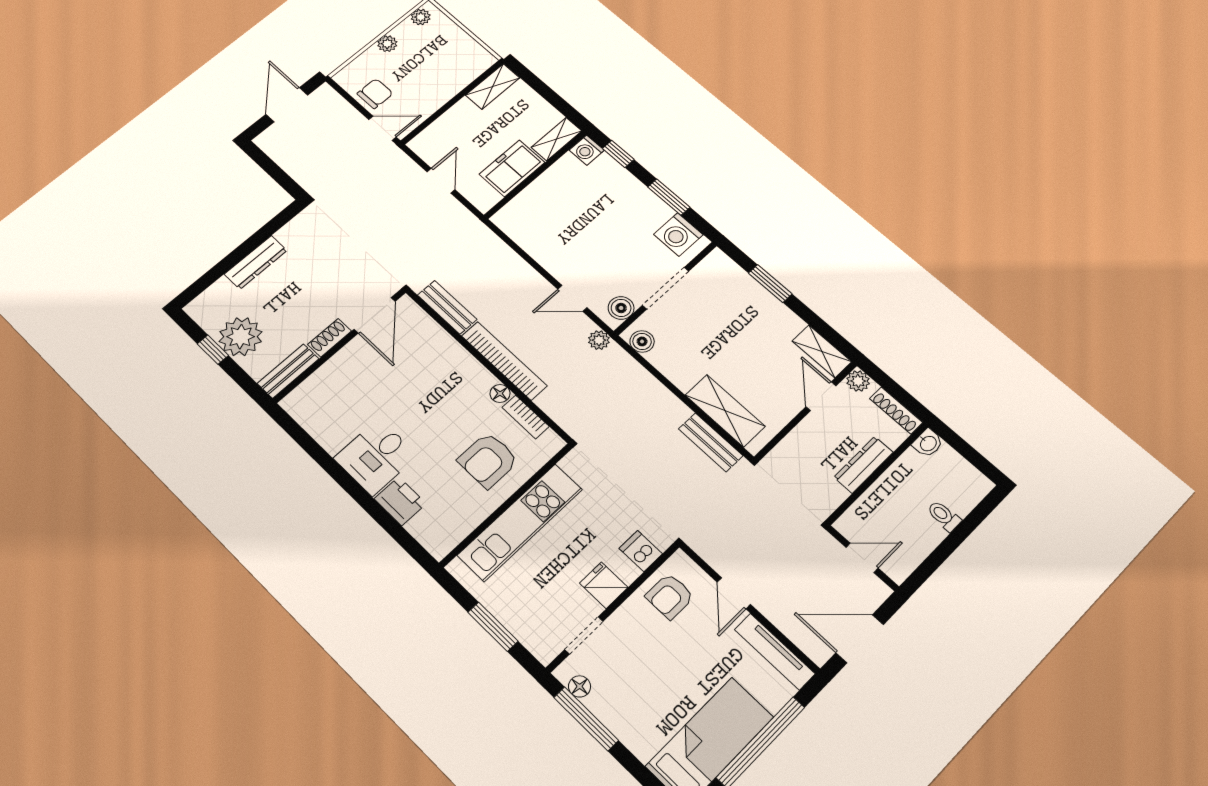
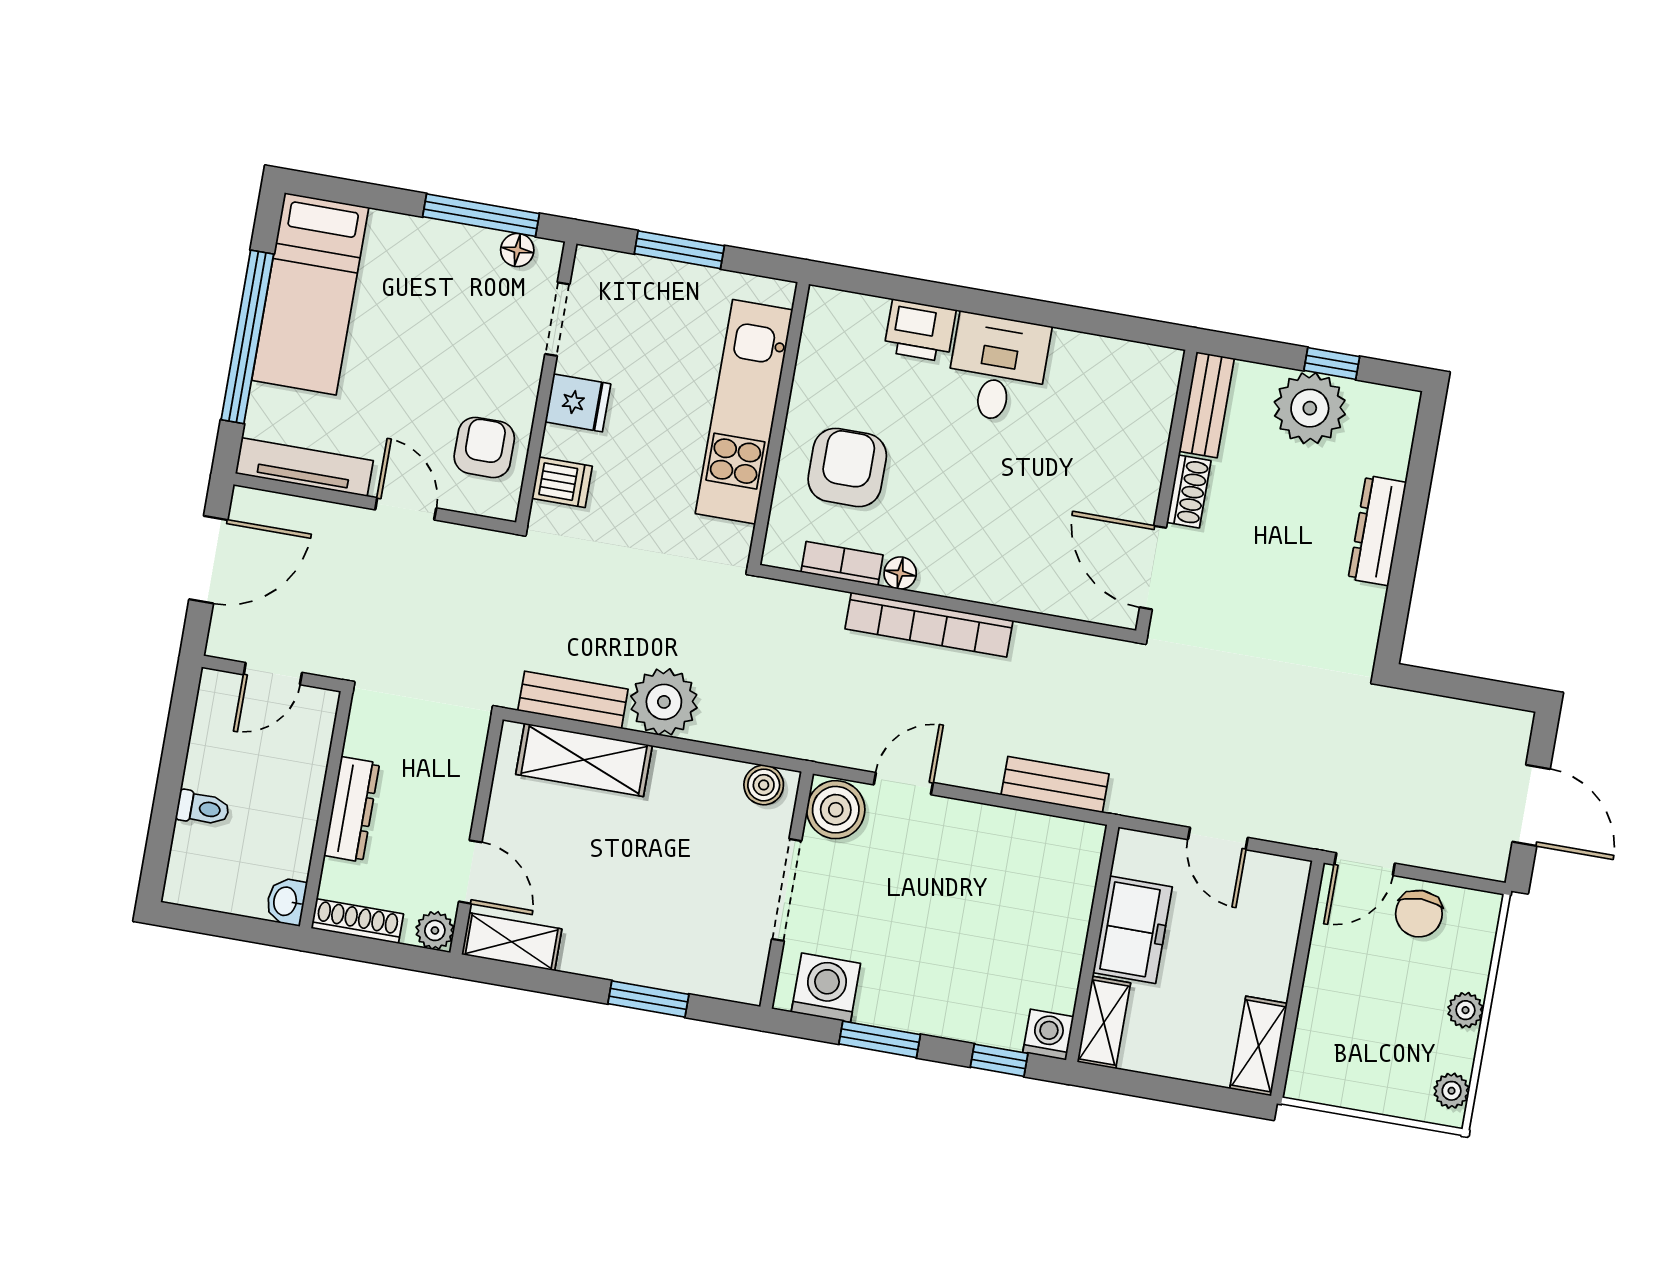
bench: (447, 307) -> (1055, 785), moved
boiler: (621, 308) -> (836, 810), width x1.36, depth x1.36
plant: (599, 340) -> (664, 702), moved, width x1.88, depth x1.88

